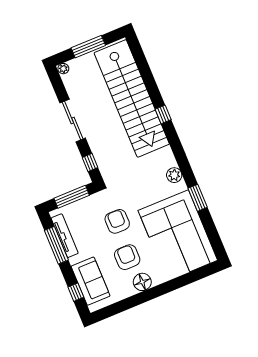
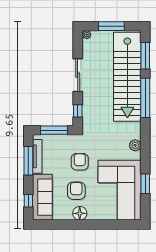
window: (143, 65) -> (145, 56), added
window: (163, 114) -> (145, 98), width x3.17
window: (198, 198) -> (145, 184), moved
sofa: (91, 281) -> (42, 197), width x1.36

